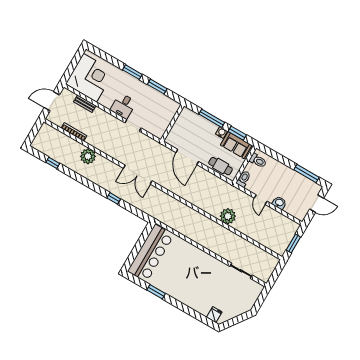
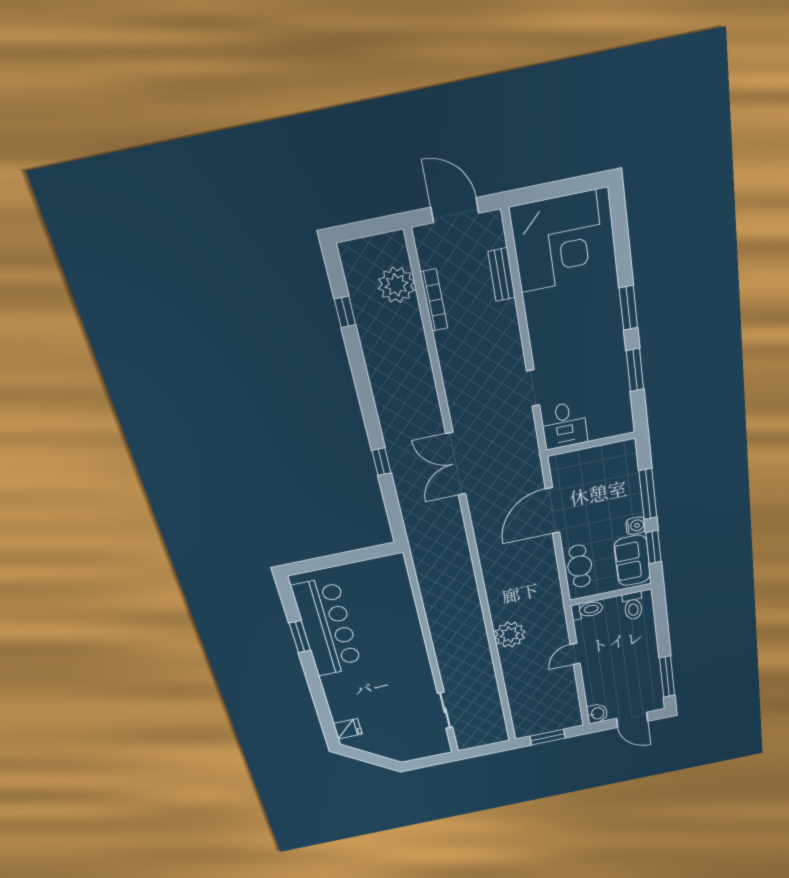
desk: (123, 106) -> (564, 425), moved, turned -90
plant: (88, 156) -> (396, 285), moved
washbasin: (279, 203) -> (597, 713), moved
bar counter: (151, 253) -> (327, 627), moved, turned -90

